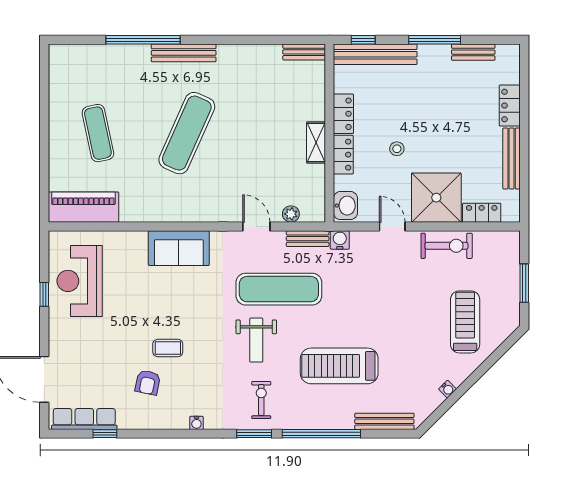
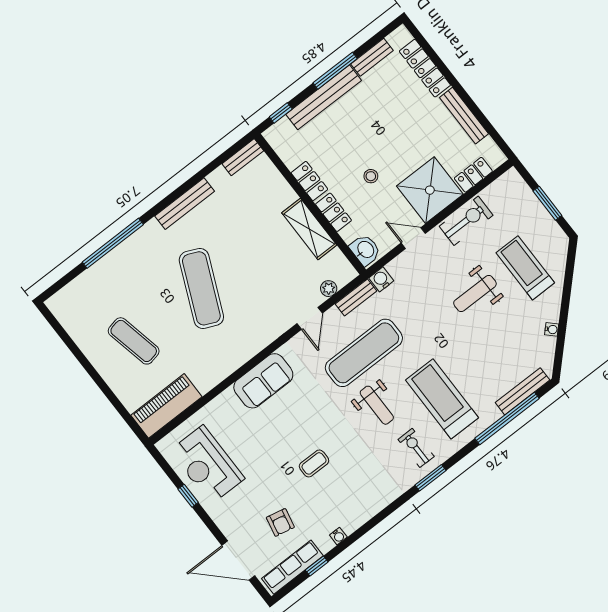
bench: (184, 53) -> (185, 204), moved
bench: (375, 54) -> (324, 97), moved
locker: (510, 106) -> (425, 68), width x1.53
shelving: (316, 143) -> (309, 229), width x1.50, depth x1.33
door: (256, 226) -> (310, 318), swing flipped
weight bench: (408, 311) -> (475, 293), added
treadmill: (339, 366) -> (442, 399), moved, turned 90
armchair: (148, 382) -> (280, 522), moved
water cooler: (196, 423) -> (338, 536), moved
window: (321, 434) -> (507, 418), moved

